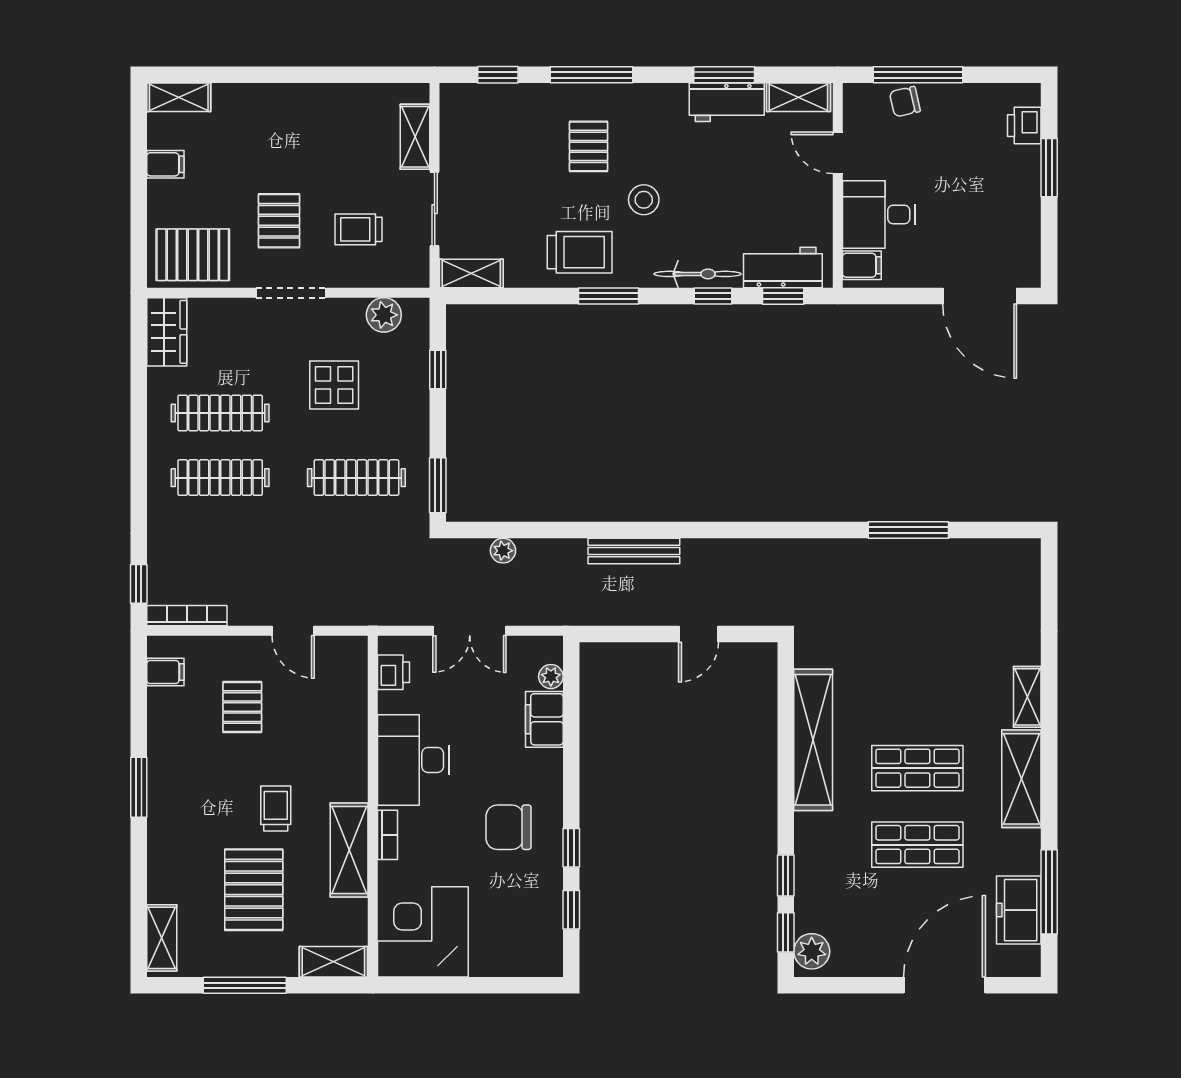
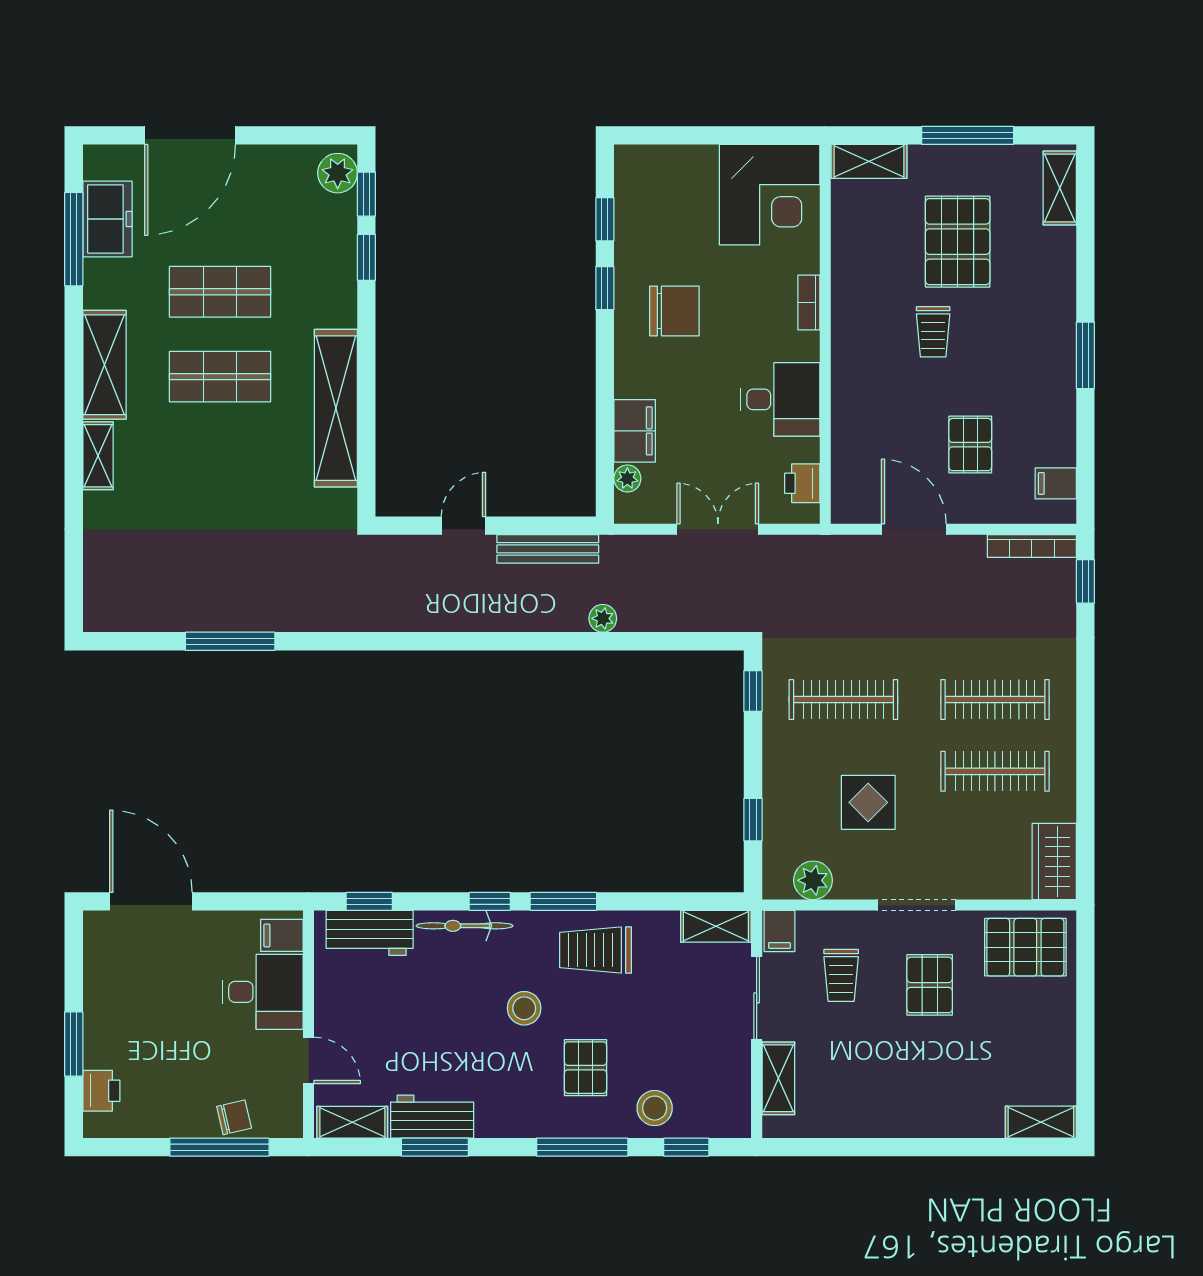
stool: (526, 110) -> (655, 1108), added
filing cabinet: (165, 164) -> (779, 931), moved, turned -90
trolley: (359, 229) -> (841, 975), turned 90
window: (713, 296) -> (490, 901), moved
window: (438, 485) -> (753, 691), width x0.67
plant: (503, 551) -> (603, 618), moved
bench: (634, 551) -> (548, 549), moved
door: (293, 631) -> (914, 529), width x1.38
desk: (413, 760) -> (780, 399), width x0.73
shelving: (349, 850) -> (852, 286), removed

